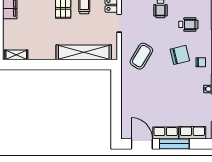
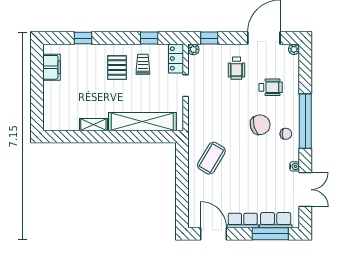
shelving: (16, 55) -> (93, 125), moved
coffee table: (141, 56) -> (211, 158), moved
window: (174, 144) -> (270, 234), moved

